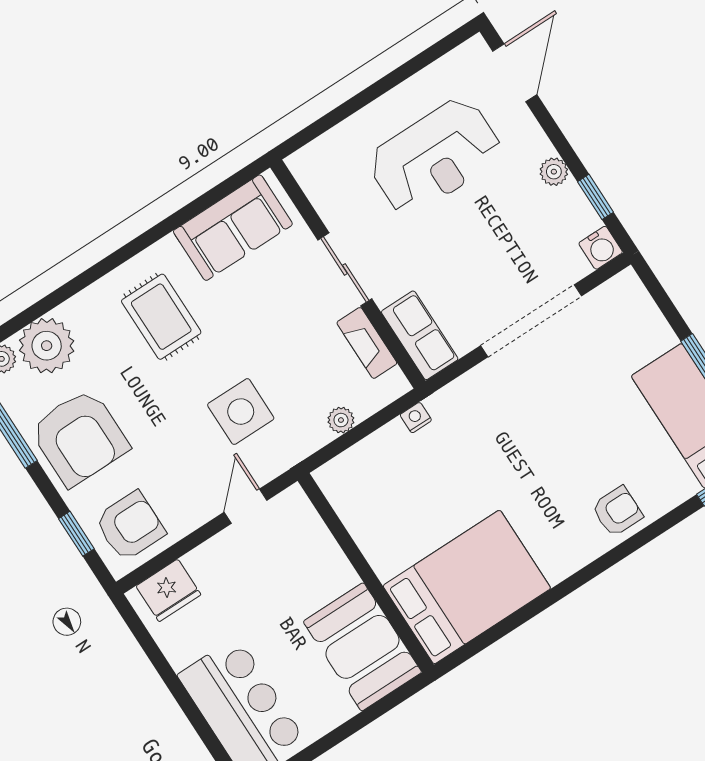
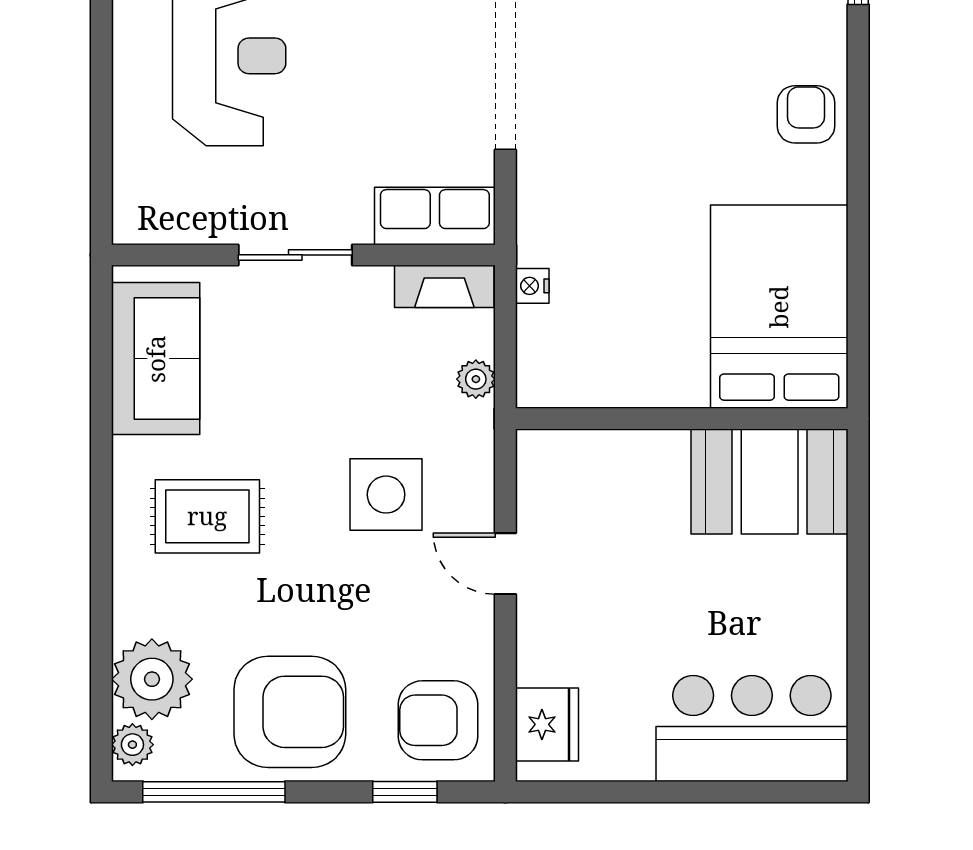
fireplace: (367, 343) -> (444, 286), moved
armchair: (130, 526) -> (438, 720), turned -90
wall: (366, 573) -> (682, 419), moved
bed: (467, 587) -> (779, 307), moved
booth: (362, 647) -> (770, 481), moved

